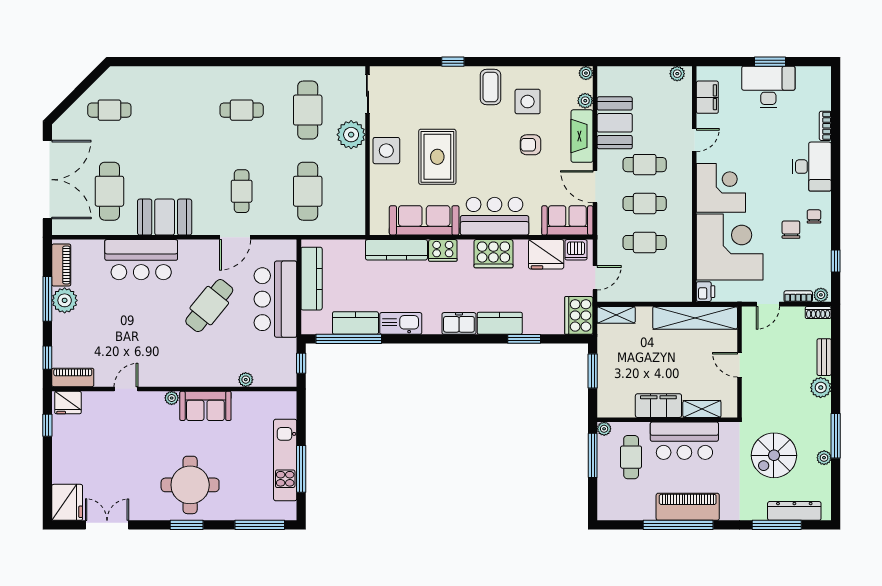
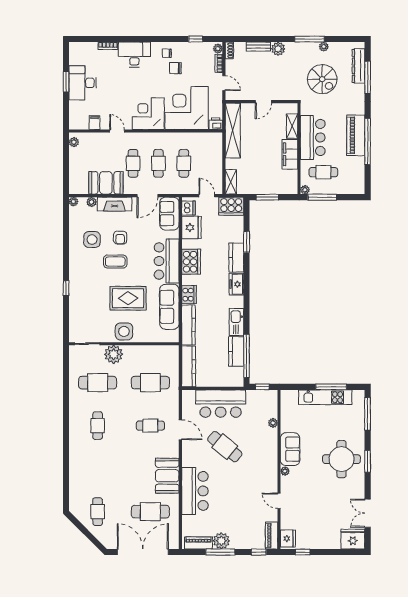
coffee table: (490, 87) -> (115, 262), moved
filing cabinet: (707, 97) -> (95, 123), width x0.50
kitchen counter: (312, 279) -> (189, 366), moved, turned 90

